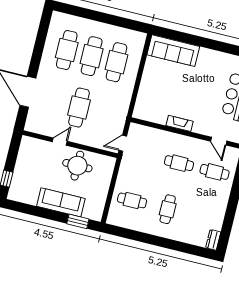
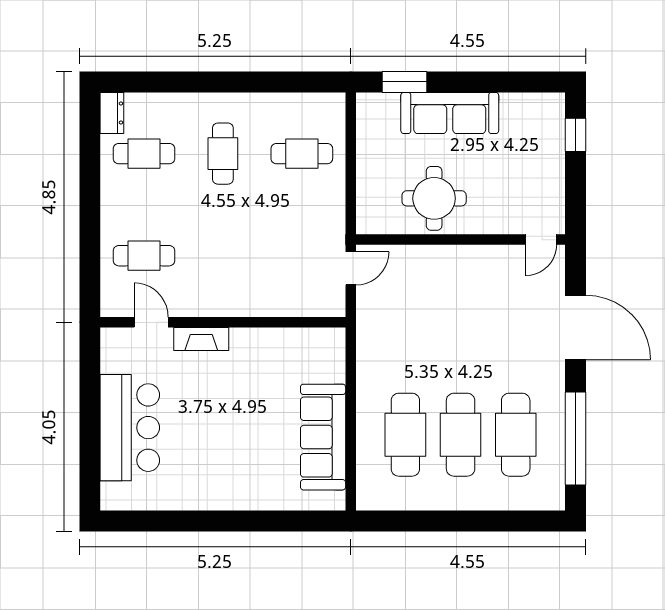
window: (40, 42) -> (575, 438), added
sofa: (173, 51) -> (323, 437), moved, turned -90
cafe table: (79, 108) -> (461, 321), removed
fireplace: (180, 123) -> (201, 339), moved
door: (60, 142) -> (541, 240), moved
cafe table: (179, 163) -> (144, 154), moved

